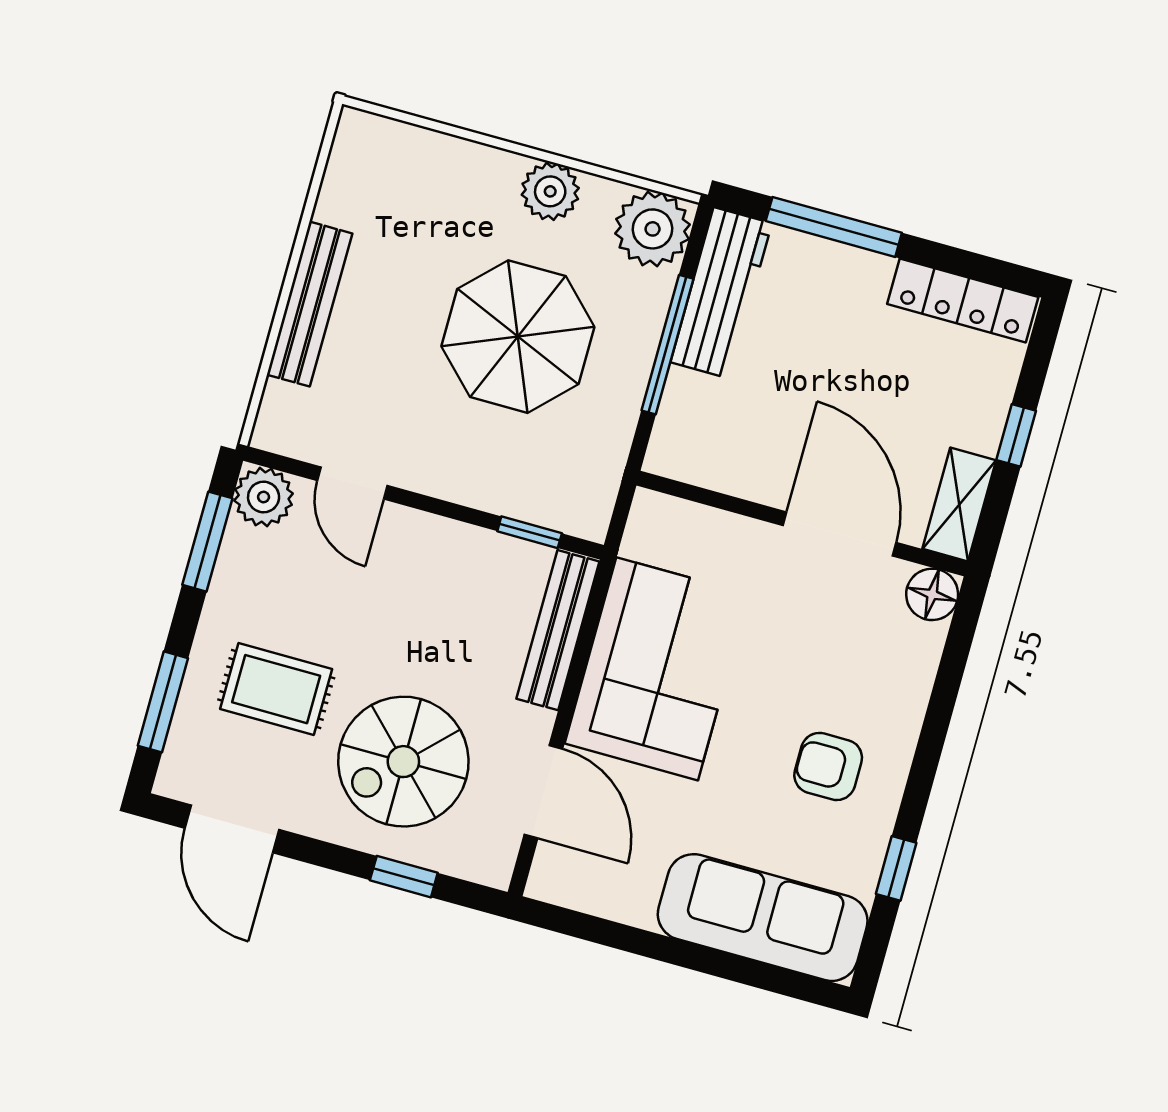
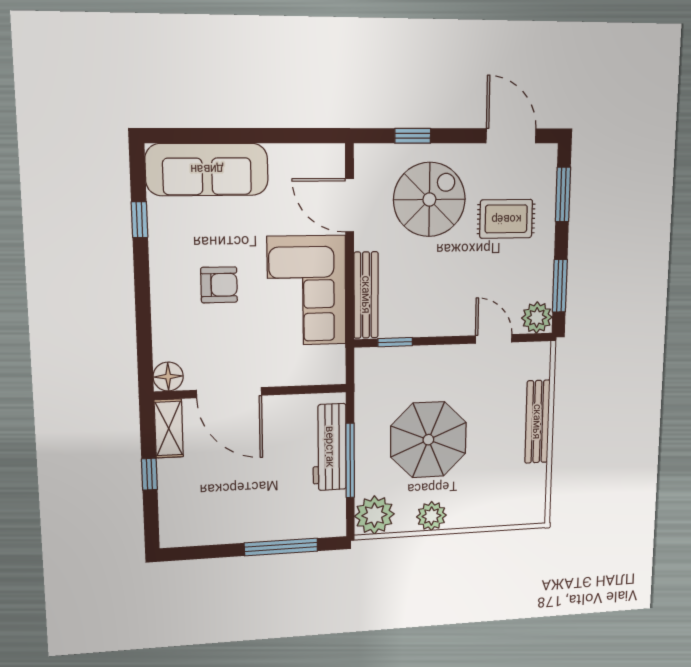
workbench: (721, 293) -> (330, 447), moved
locker: (963, 301) -> (201, 533), removed
armchair: (828, 766) -> (219, 285), moved

